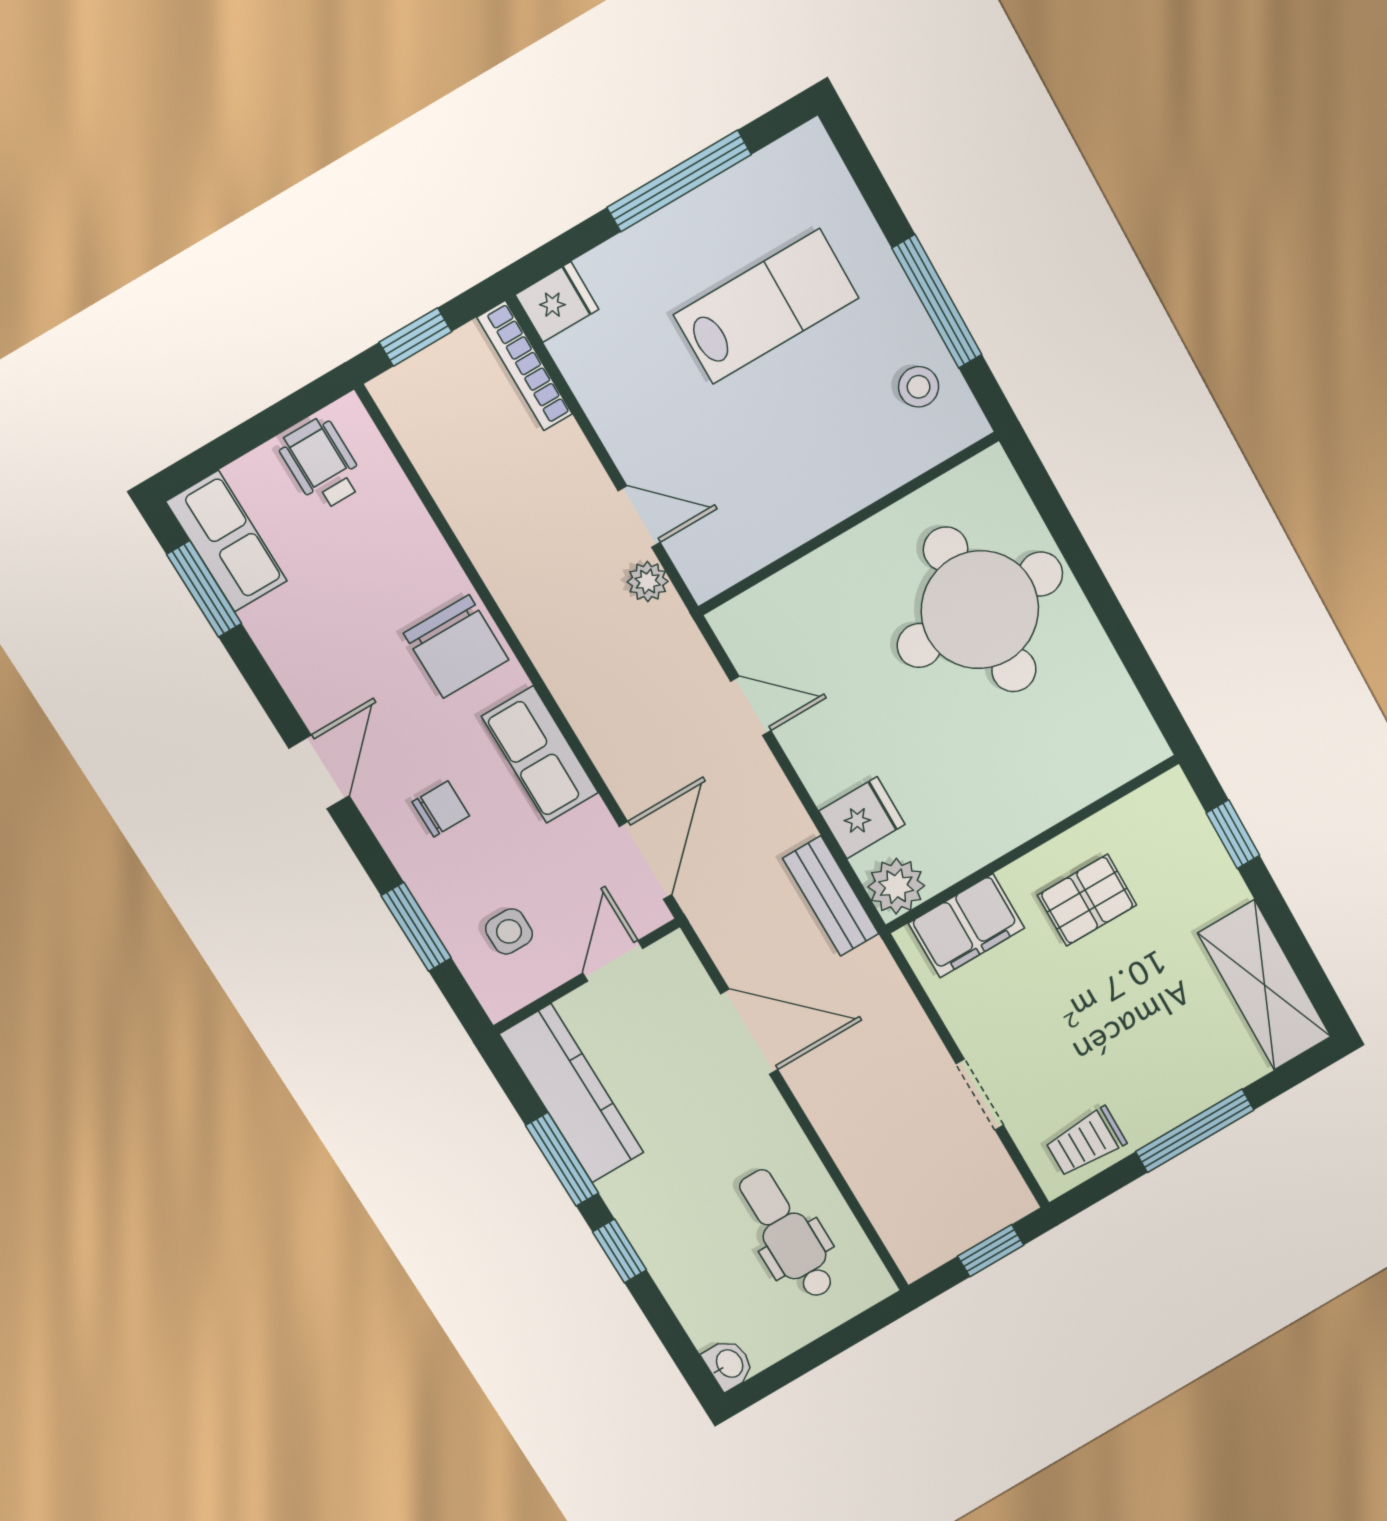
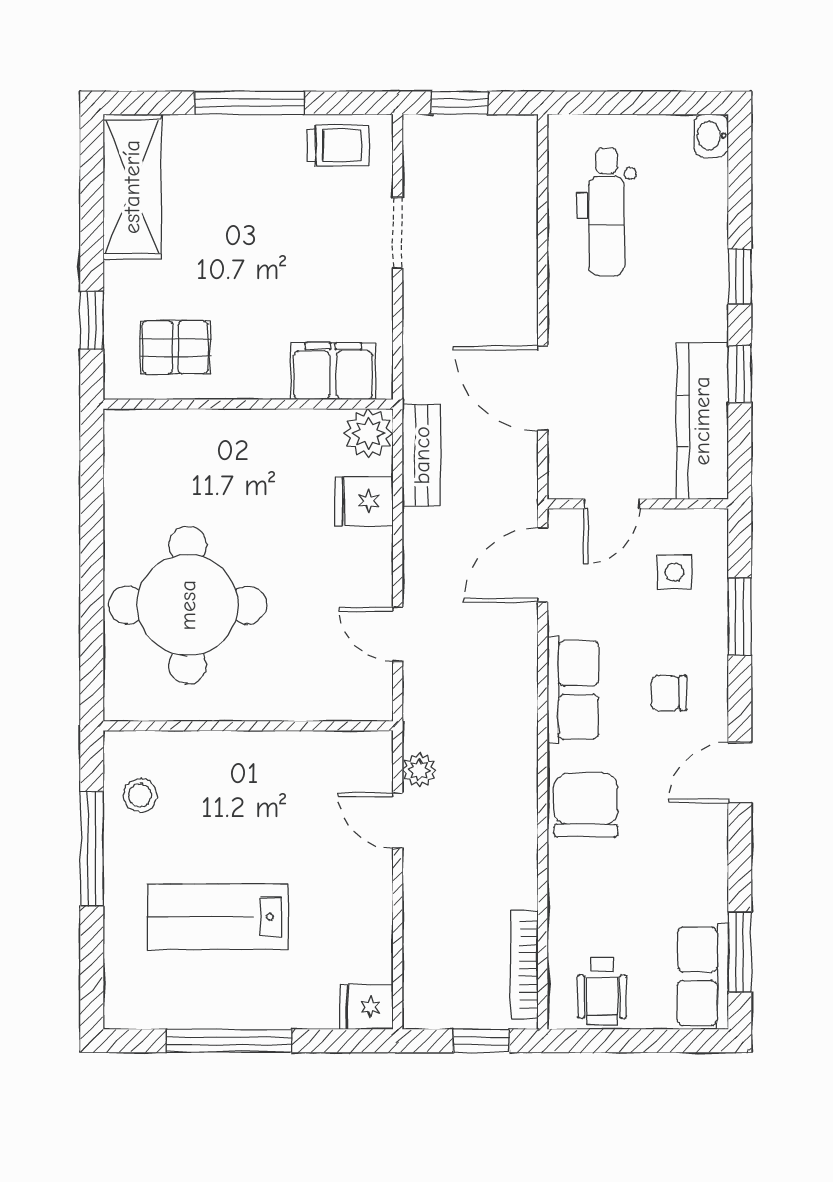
bookcase: (525, 366) -> (524, 965), moved, turned 180
pallet: (1087, 900) -> (175, 347), moved
window: (562, 1159) -> (740, 375), width x0.67

